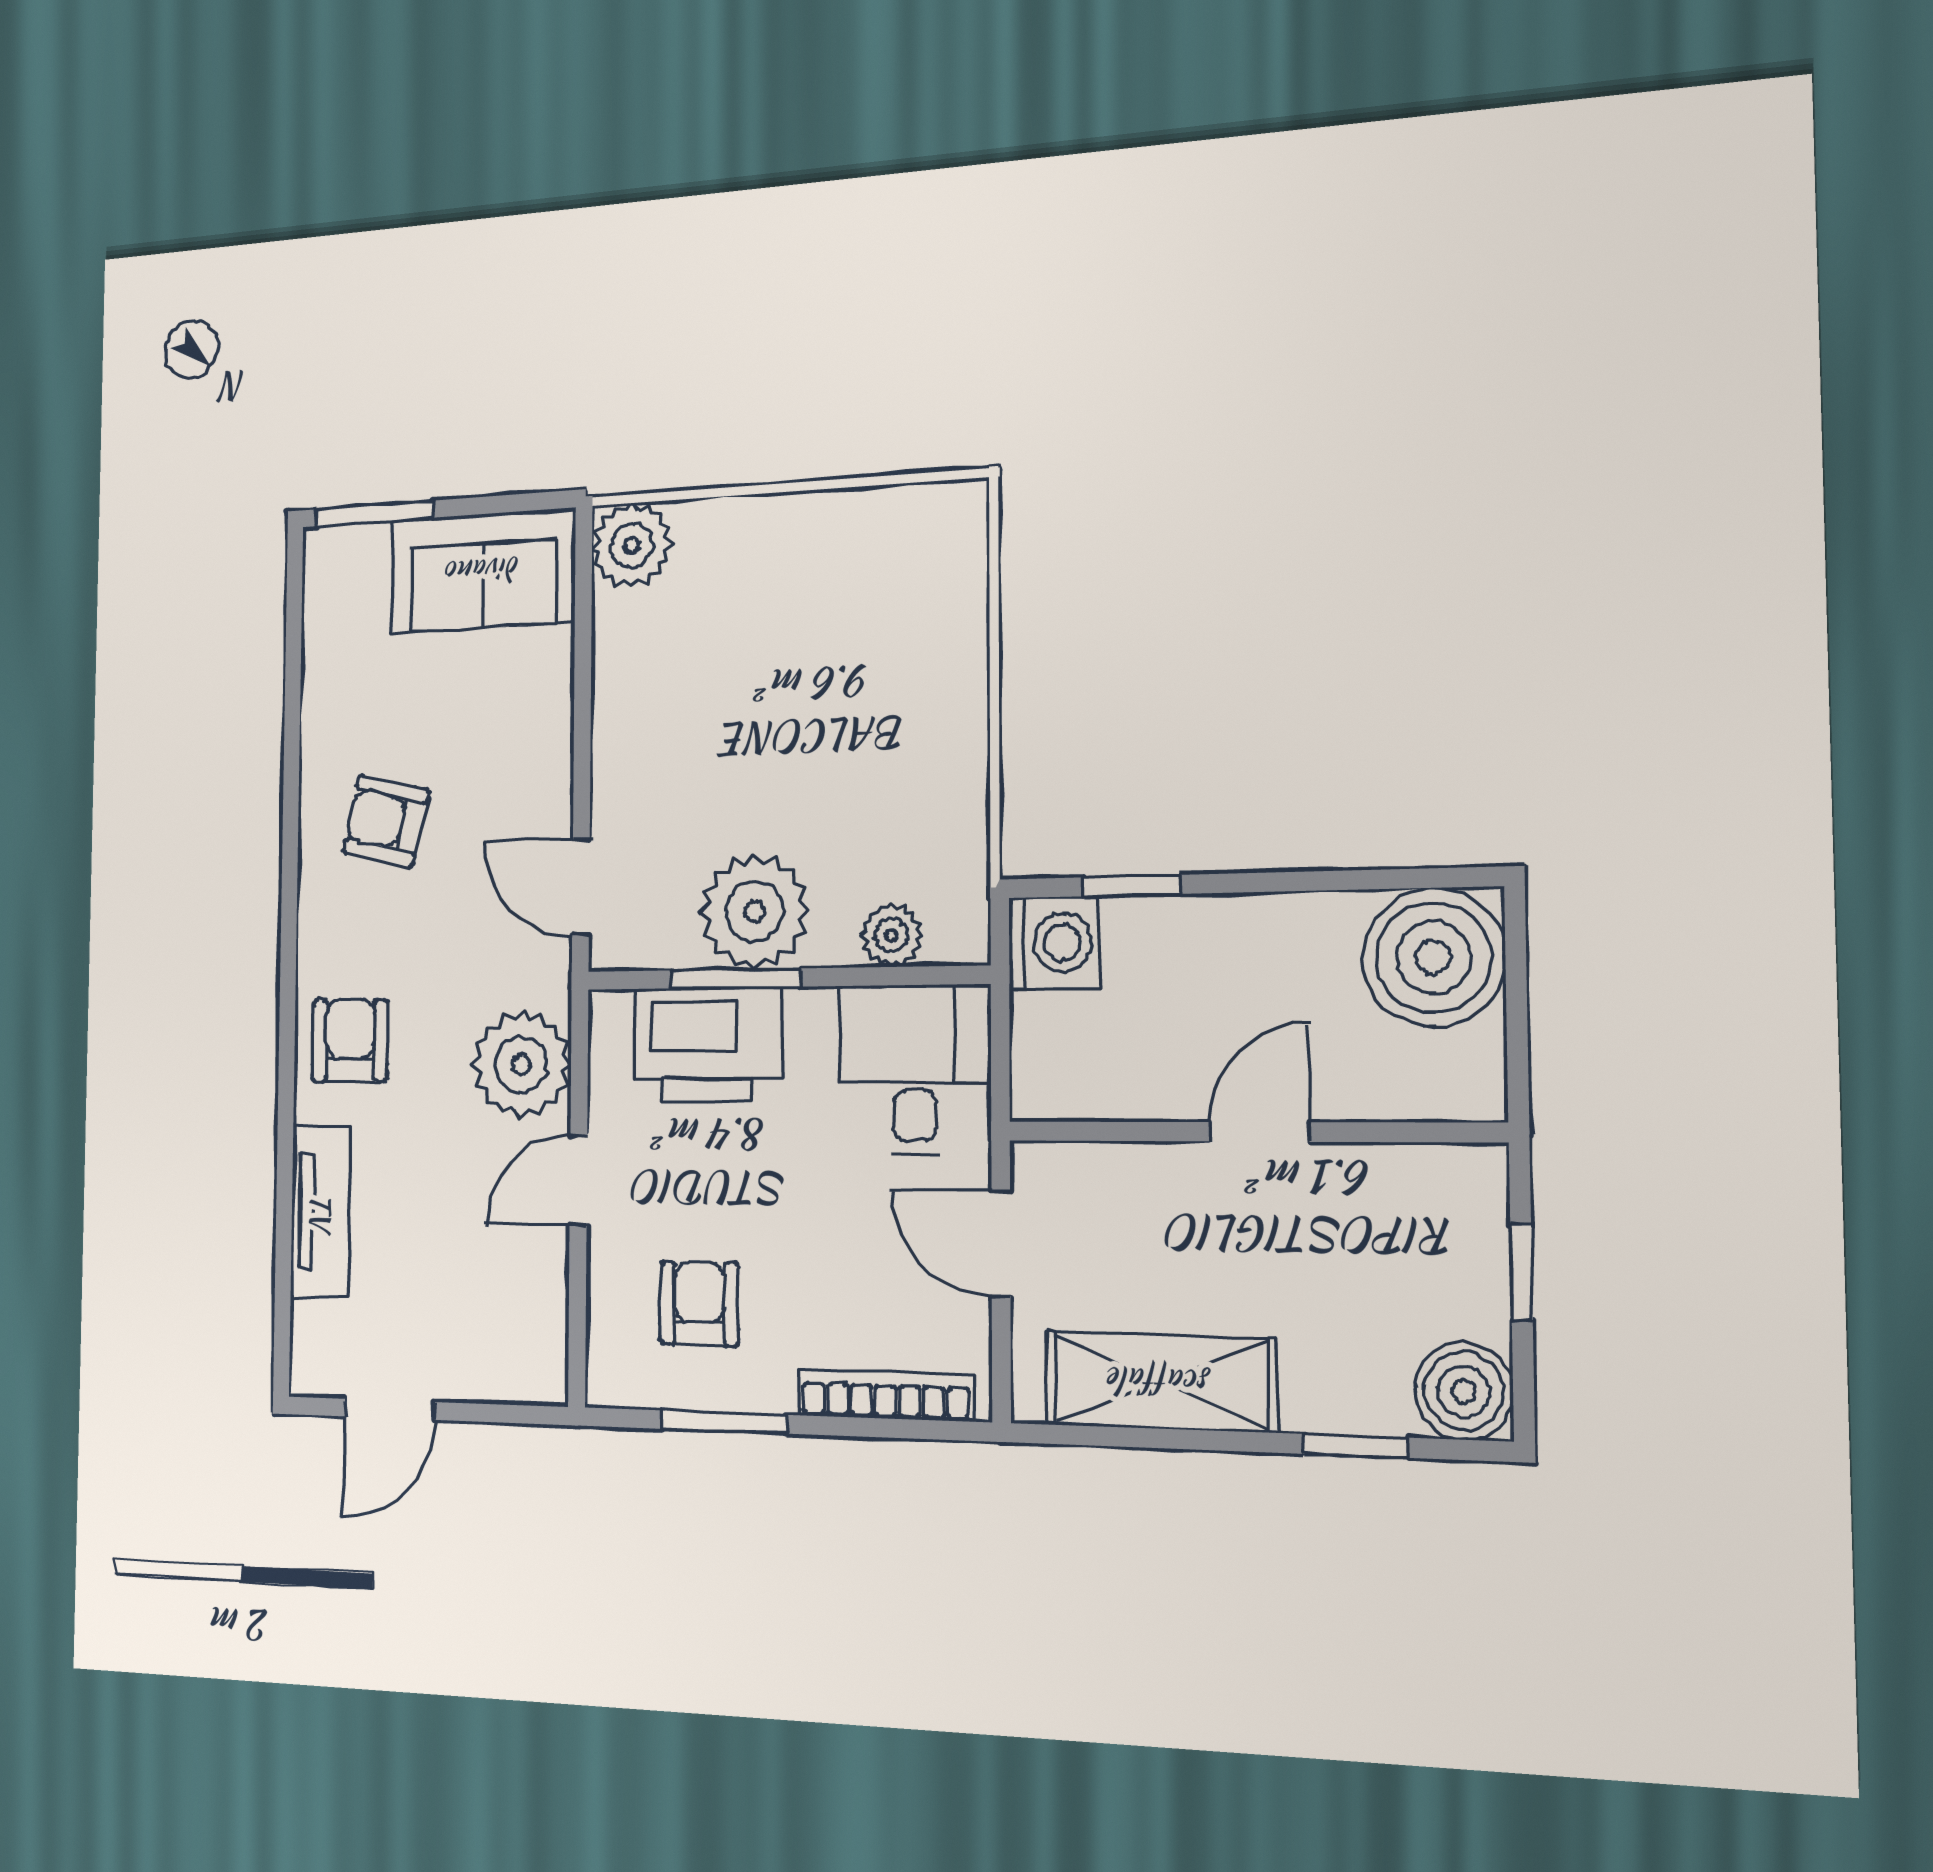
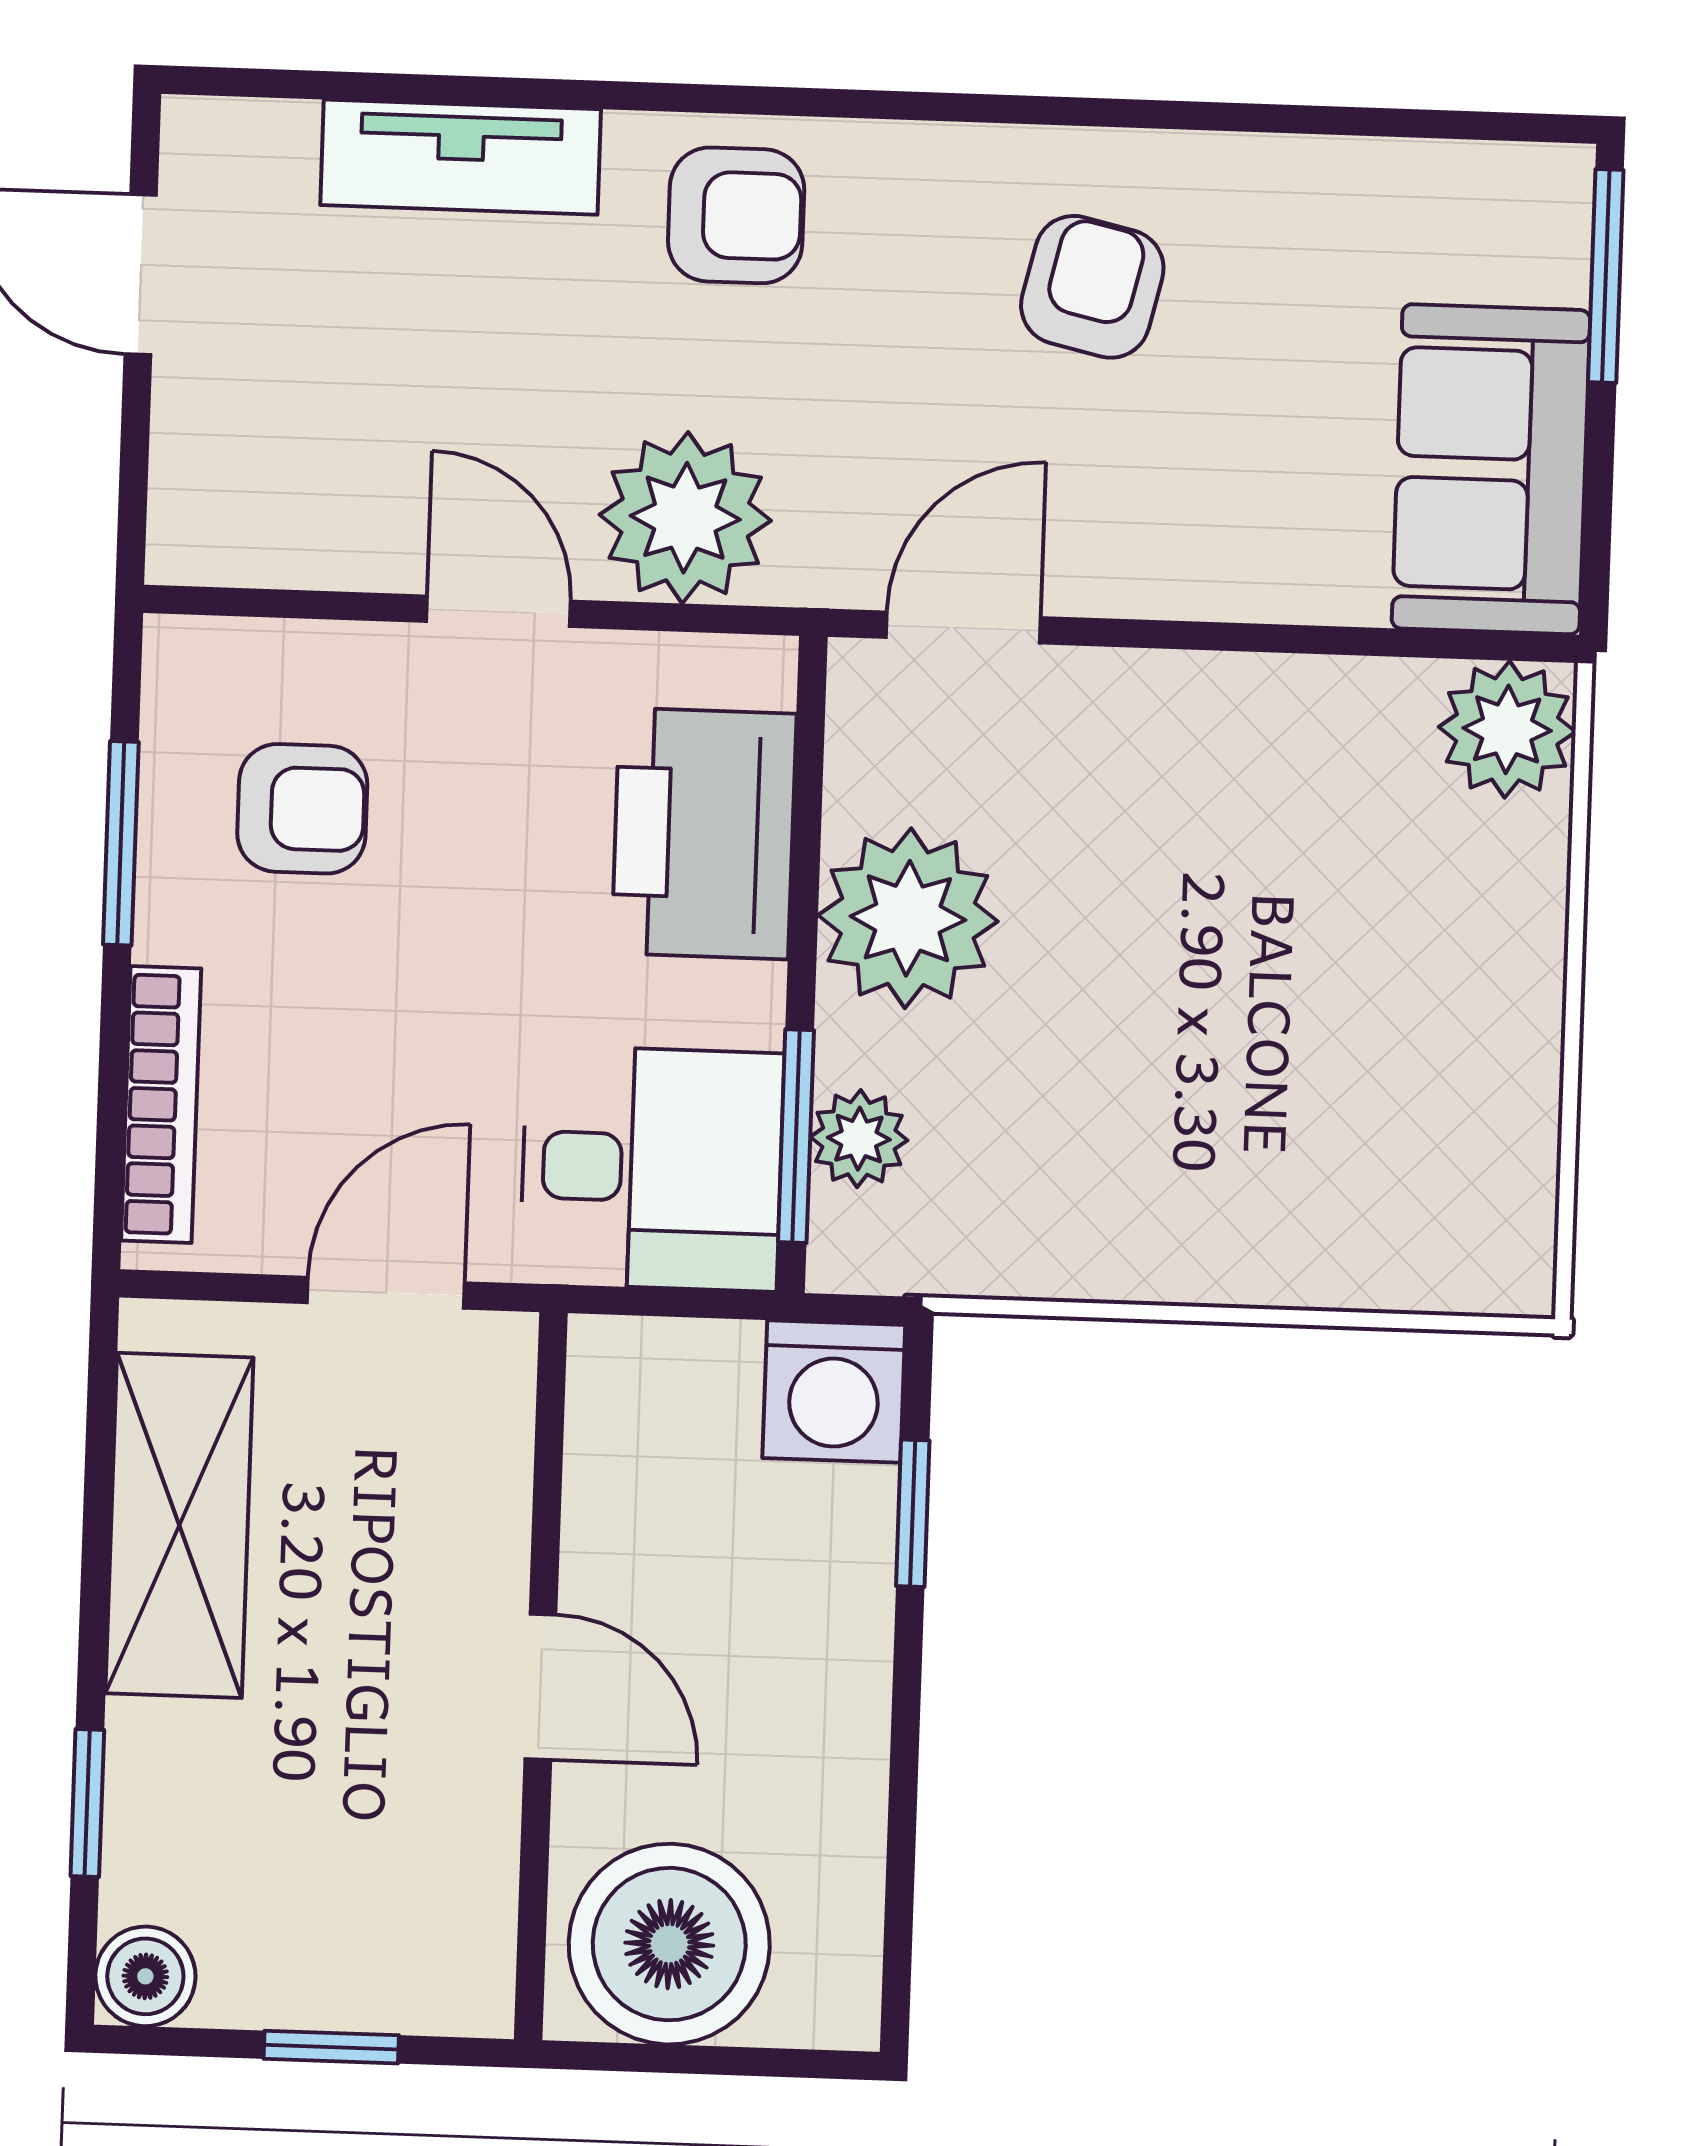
boiler: (1434, 957) -> (669, 1944), moved
window: (736, 979) -> (796, 1136), moved
boiler: (1464, 1391) -> (145, 1976), width x0.73, depth x0.73

